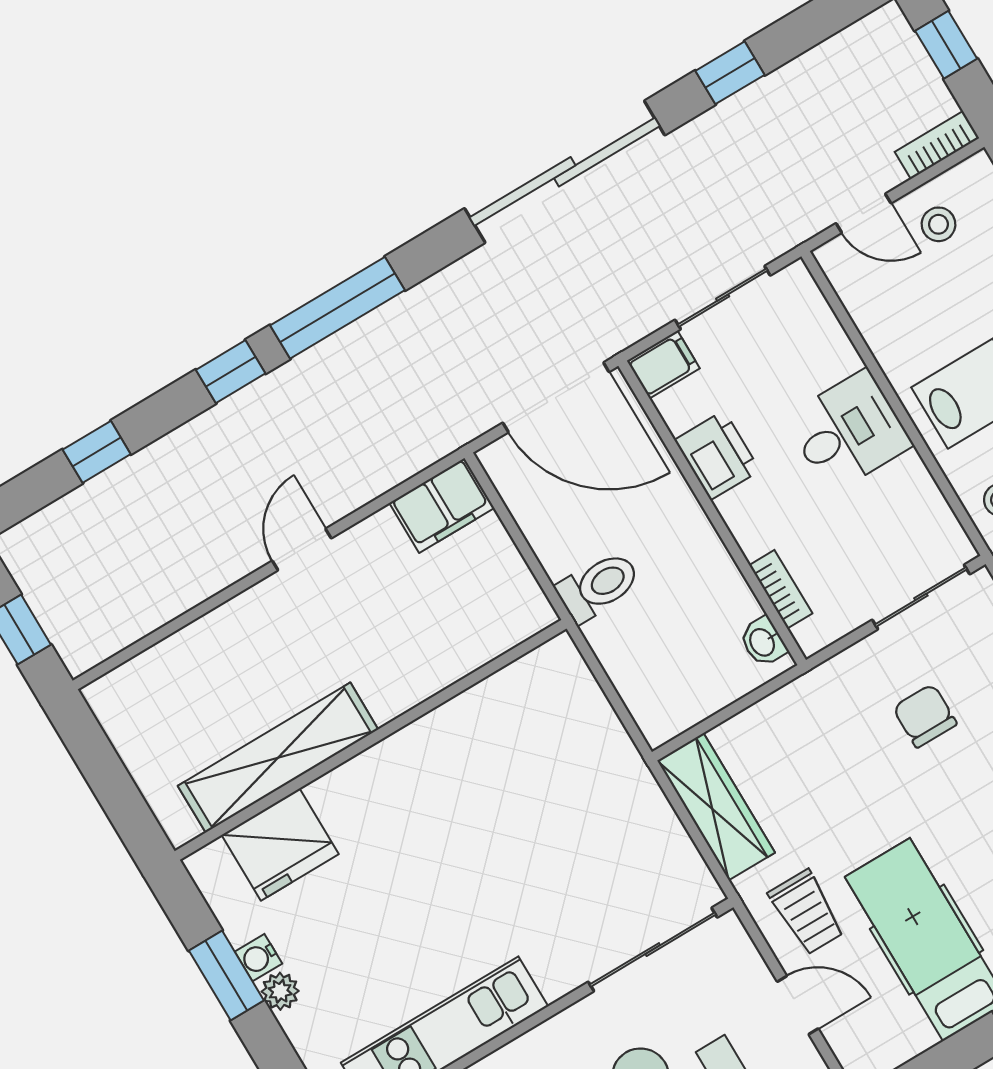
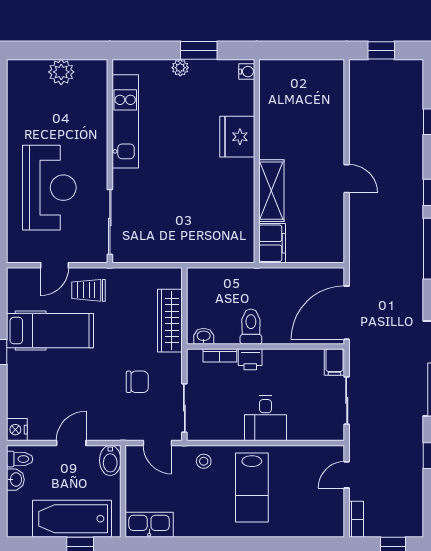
stool: (939, 224) -> (325, 501), removed
printer: (717, 455) -> (250, 359), moved, width x0.73, depth x0.81
filing cabinet: (442, 505) -> (272, 243), moved, turned 180
toilet: (598, 586) -> (251, 327), moved, turned 180
shelving: (278, 758) -> (271, 191), moved, width x0.68
wardrobe: (716, 807) -> (170, 321), moved, turned 90
fridge: (280, 845) -> (237, 137), moved
water cooler: (258, 958) -> (247, 72), moved, turned 90

